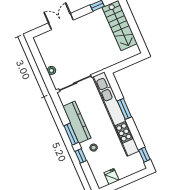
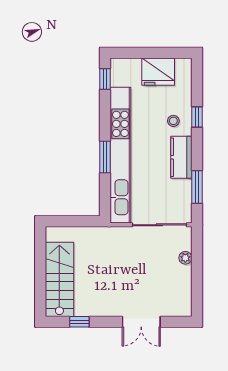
kitchen counter: (77, 122) -> (181, 157), width x0.67
window: (71, 134) -> (197, 187), moved
fridge: (112, 177) -> (158, 72), width x1.88, depth x1.34

